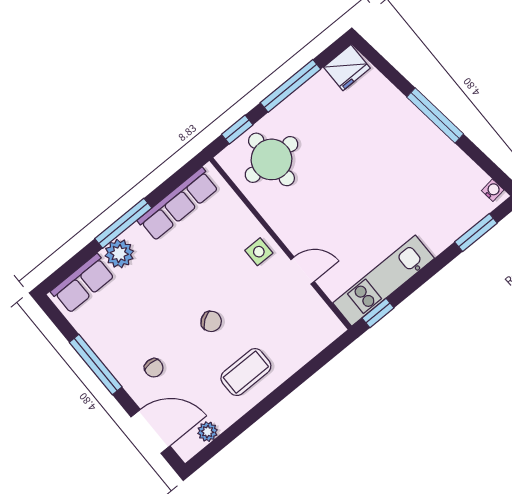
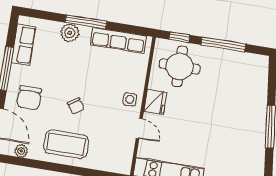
fridge: (347, 68) -> (155, 102), moved, turned -90
row of seats: (83, 284) -> (24, 45), moved, turned -90
chair: (154, 368) -> (29, 98), width x1.87, depth x1.87
coffee table: (246, 372) -> (66, 144), width x1.36, depth x1.32

